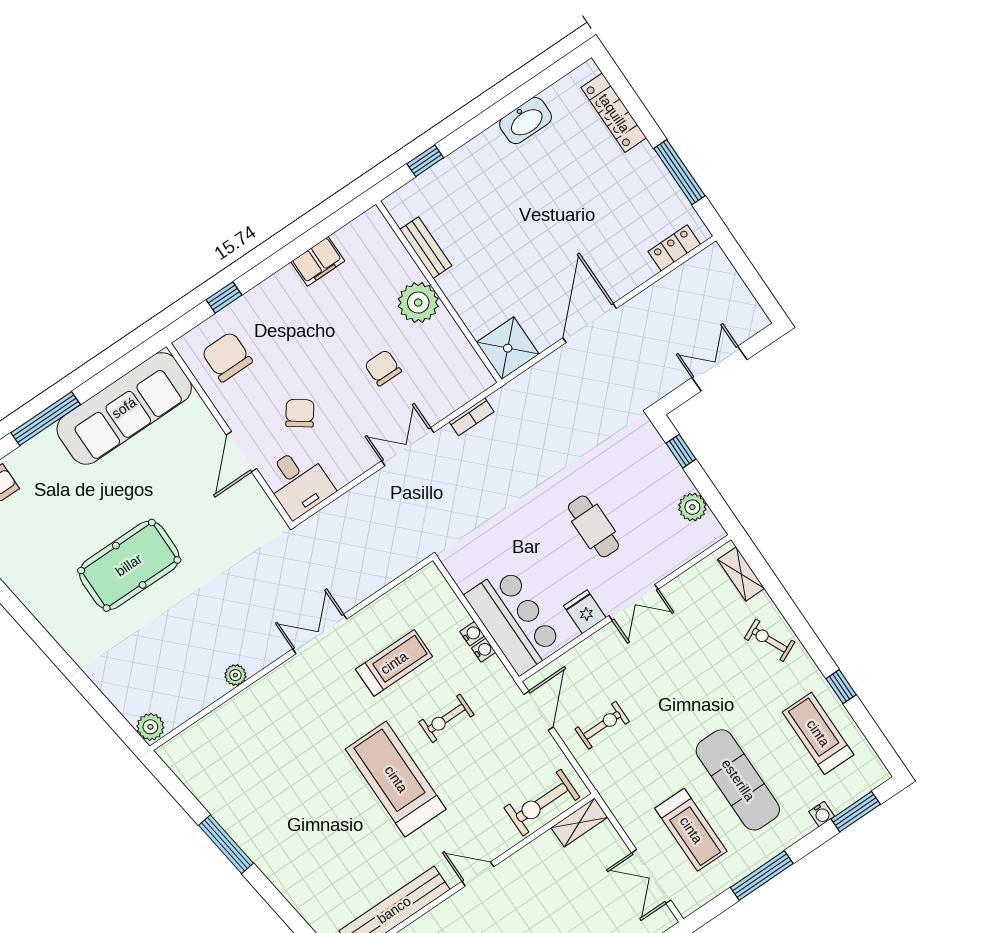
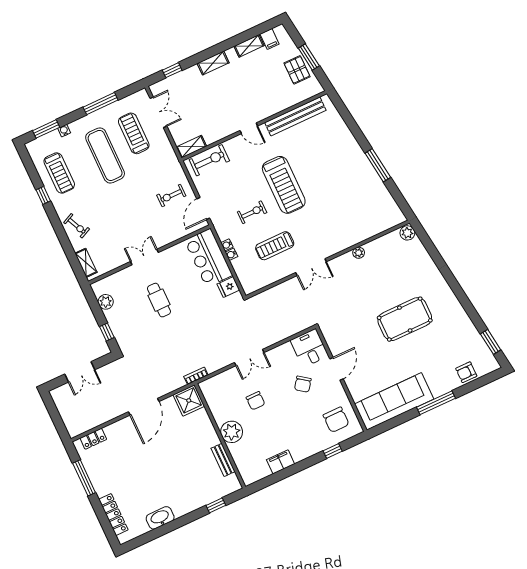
bookcase: (472, 417) -> (196, 376), moved
fridge: (585, 612) -> (228, 287), moved, turned 90

